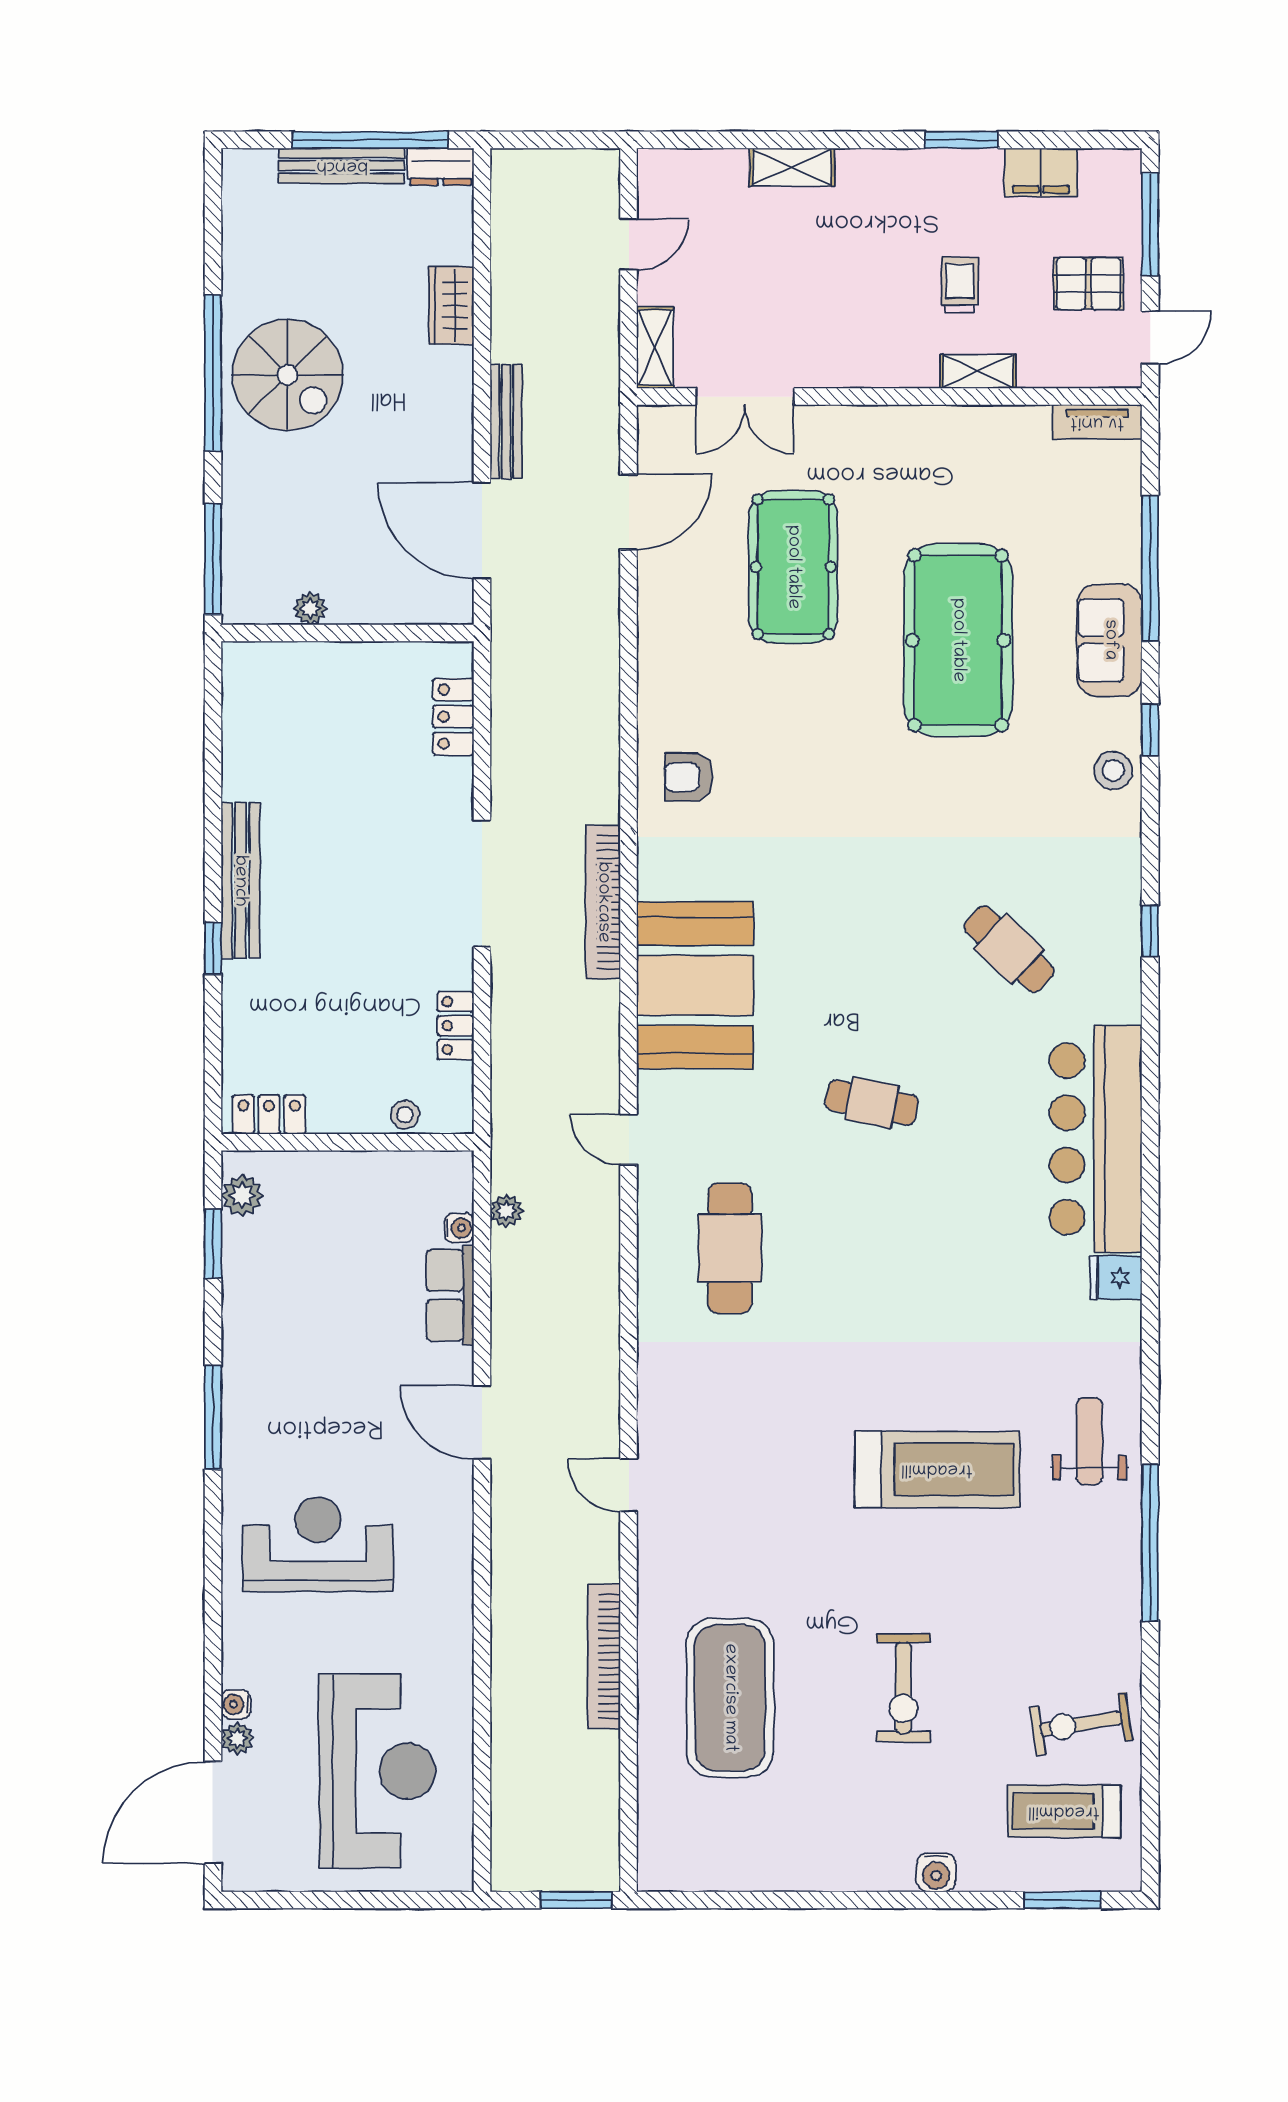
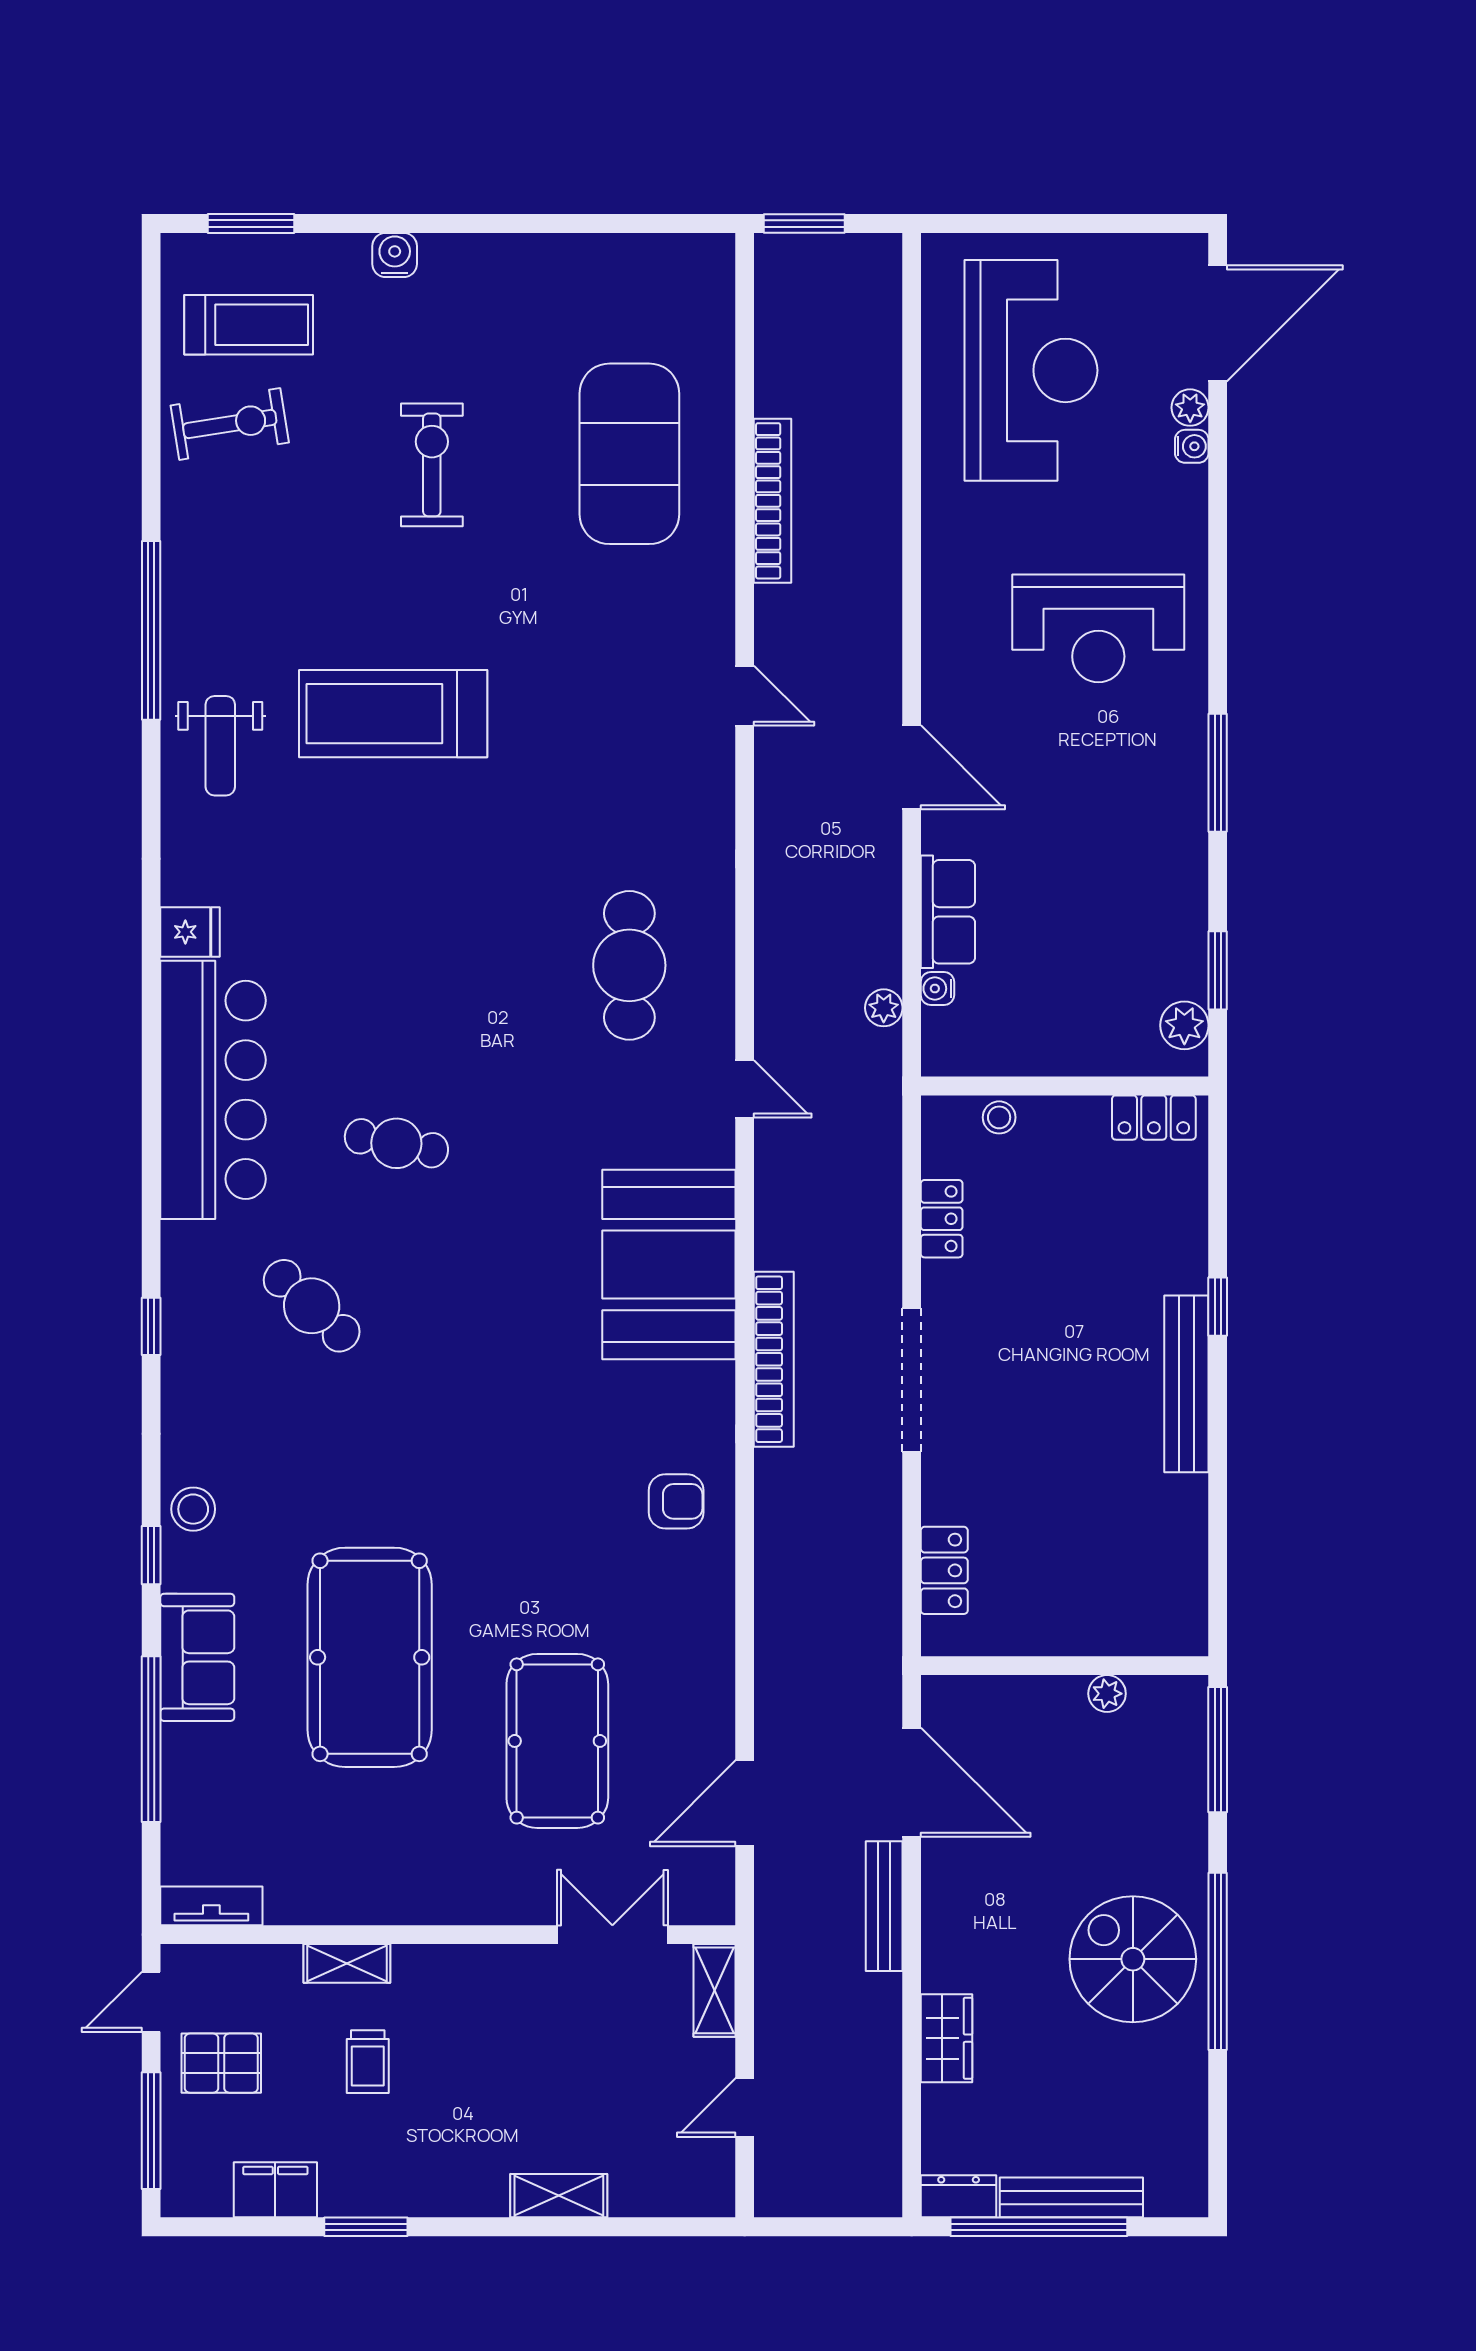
cafe table: (872, 1103) -> (396, 1143), moved
reception desk: (377, 1771) -> (1031, 370), turned 180

